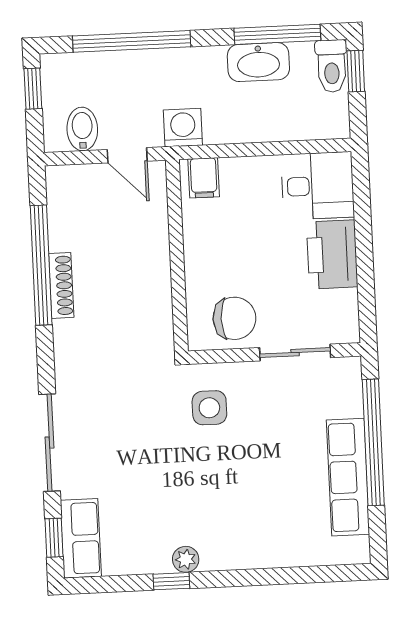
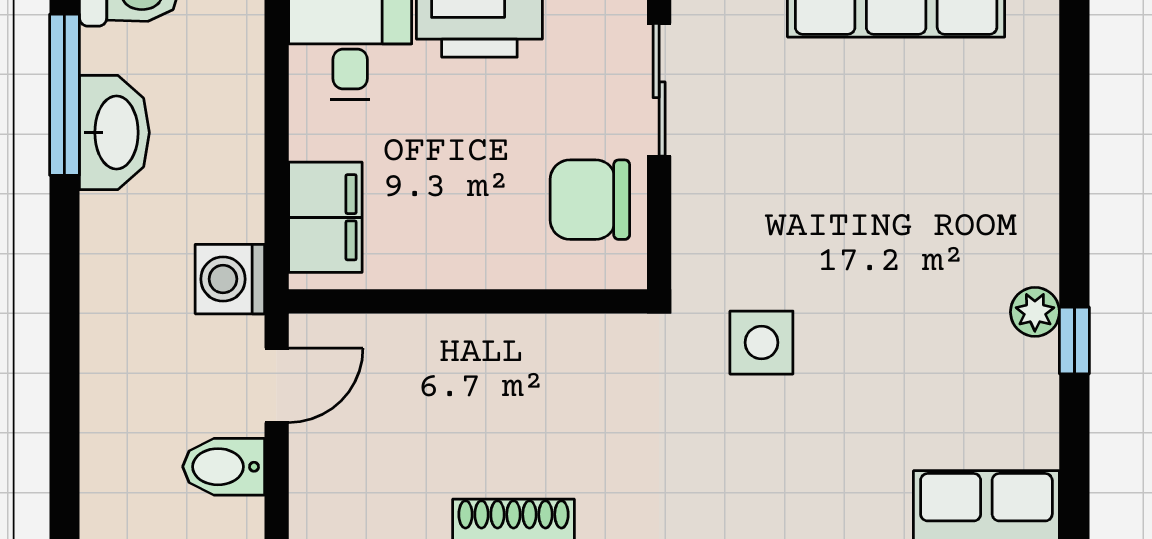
window: (132, 41) -> (64, 367), removed
filing cabinet: (204, 178) -> (325, 217), width x2.00
chair: (234, 318) -> (590, 200), turned -90
side table: (209, 408) -> (761, 343), moved

